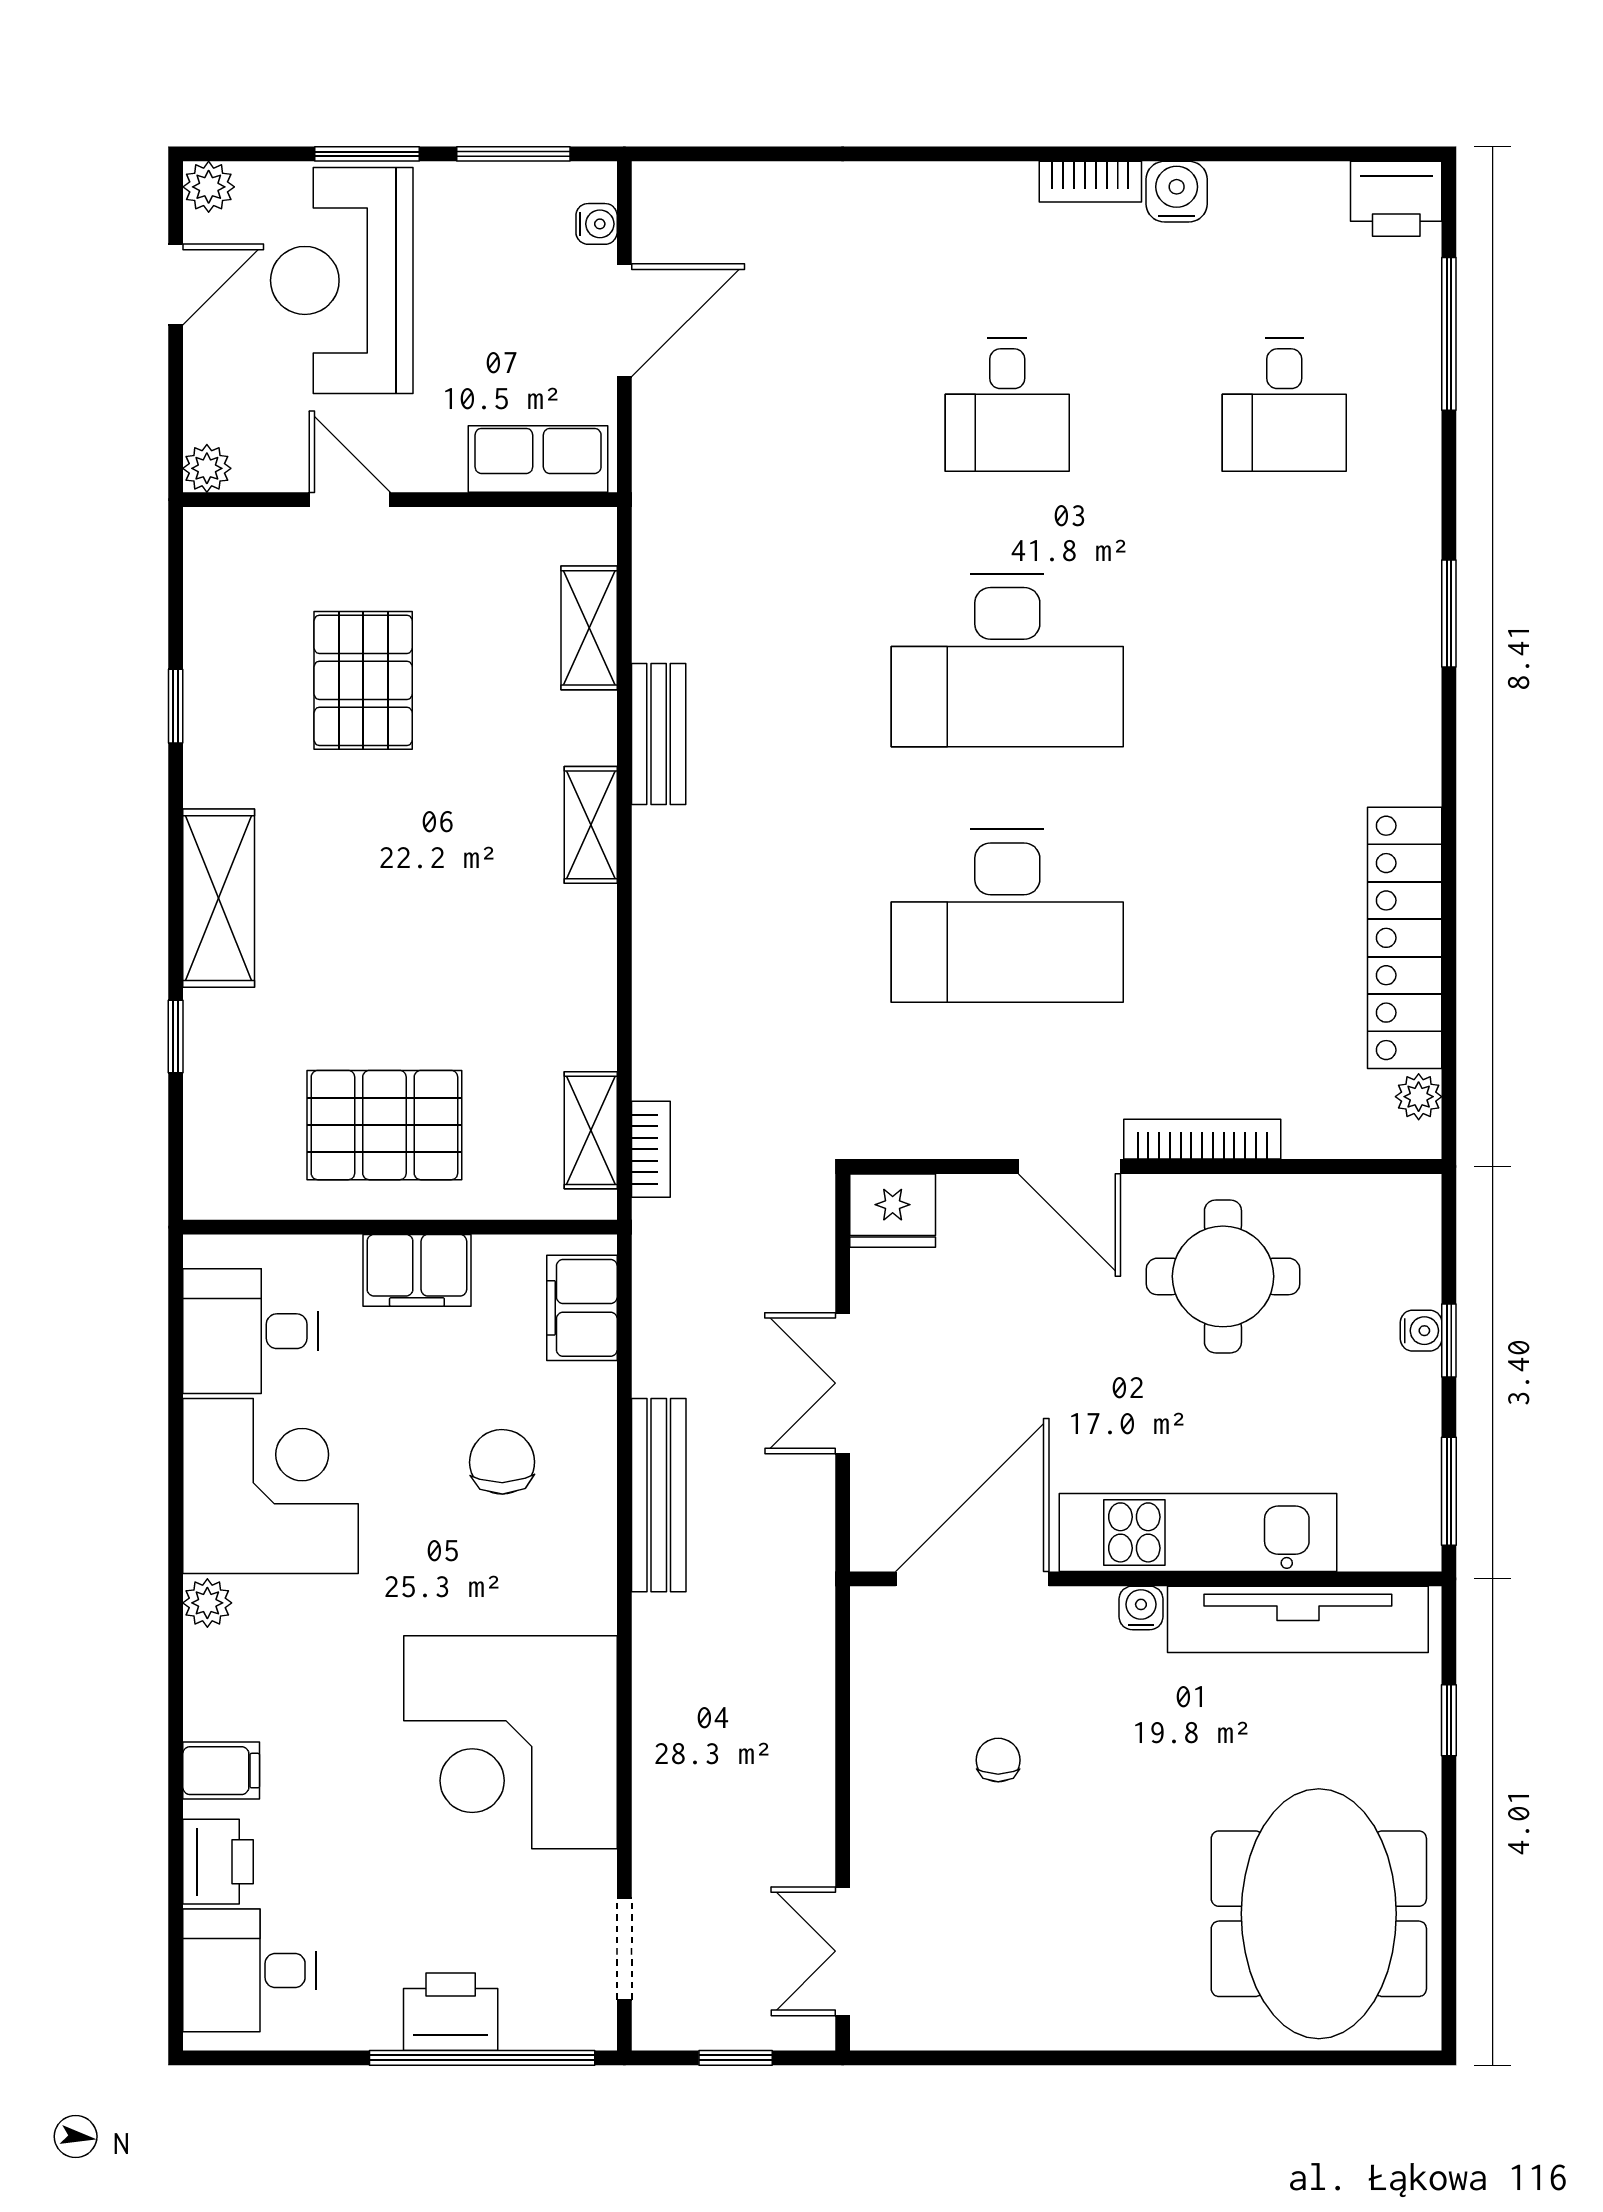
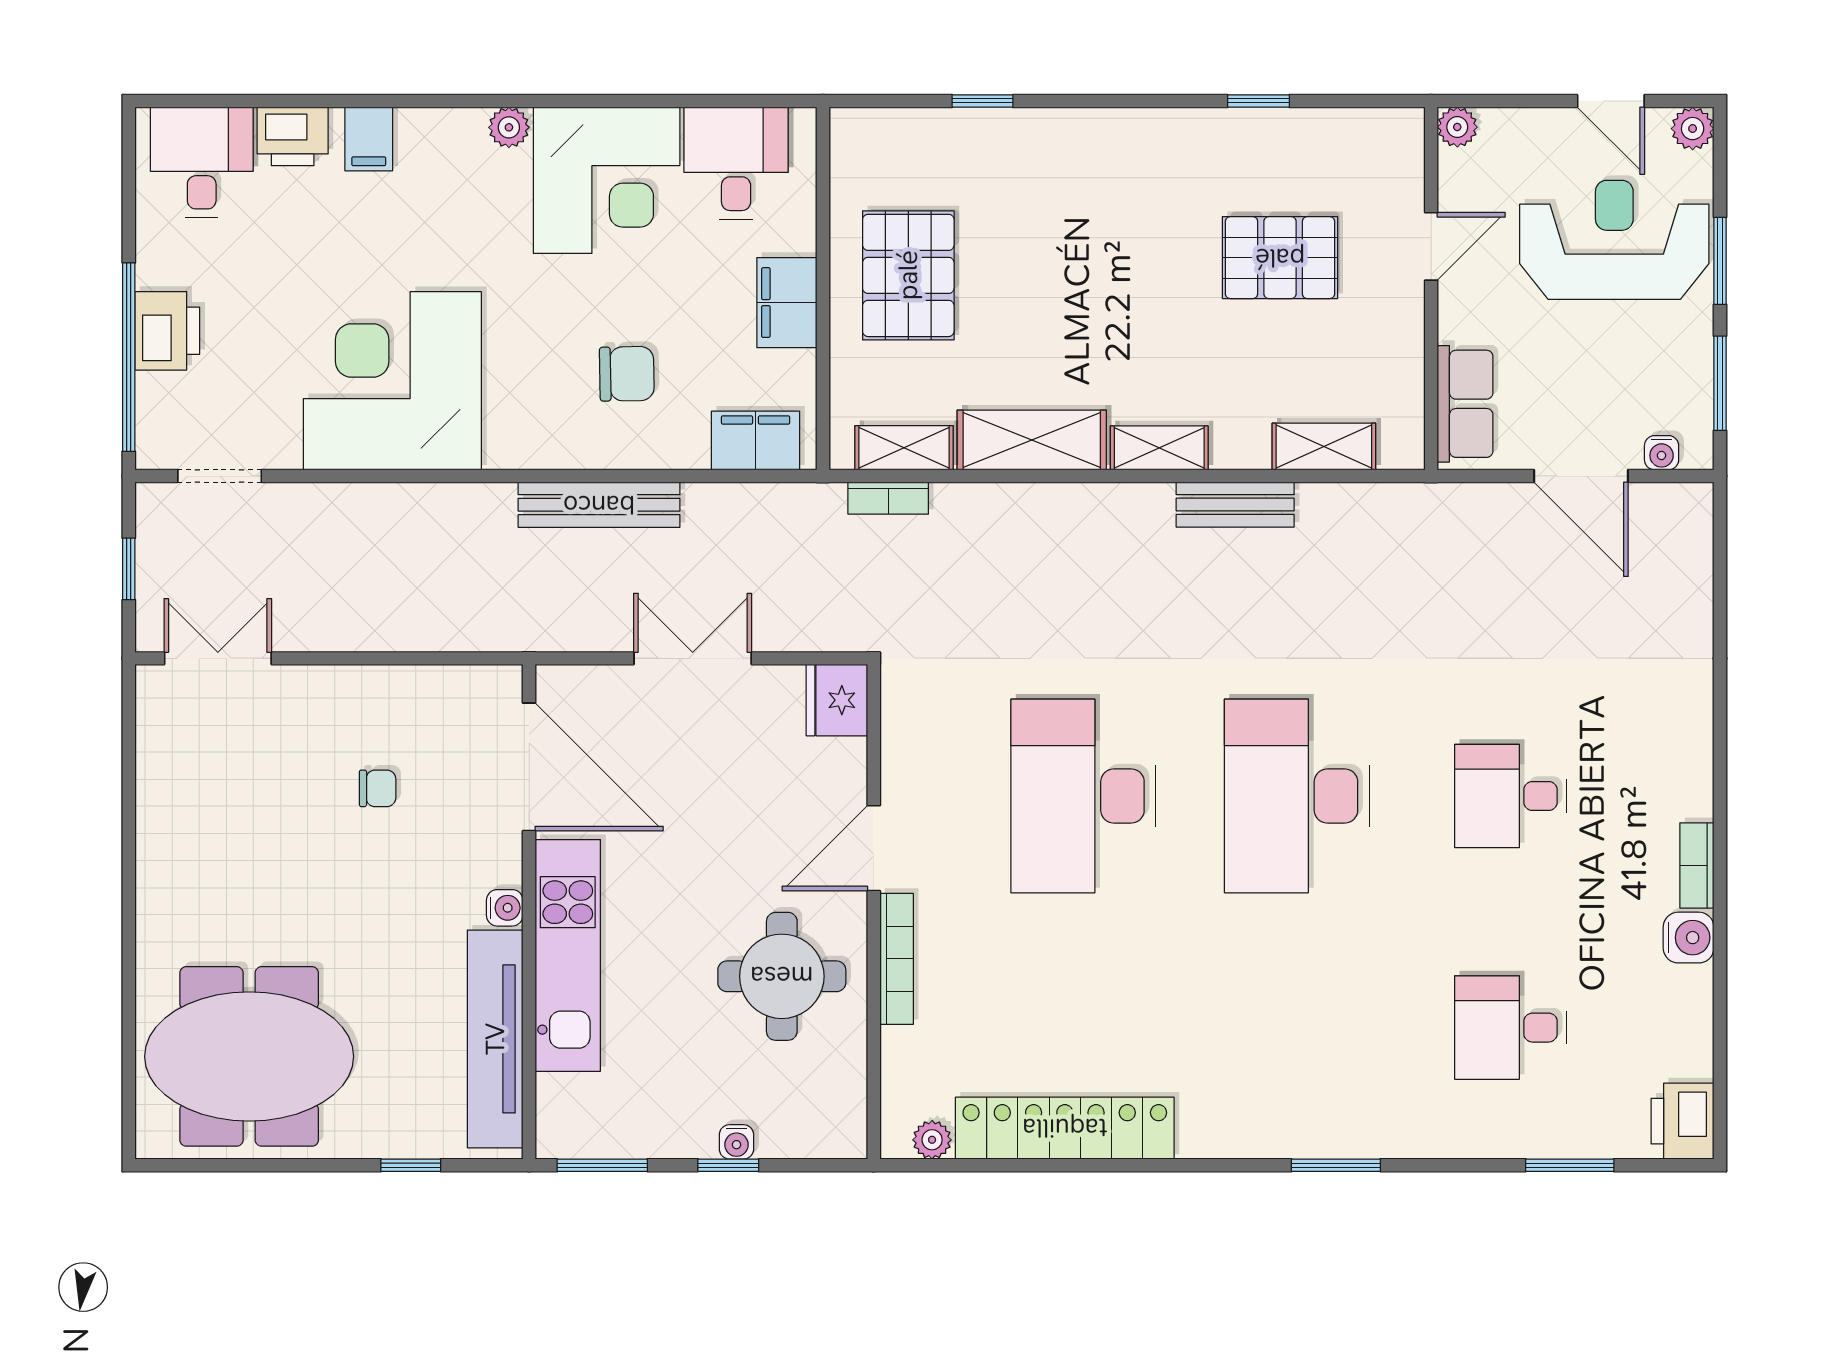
window: (1449, 334) -> (1570, 1165), width x0.69
shelving: (219, 898) -> (1032, 440), moved

